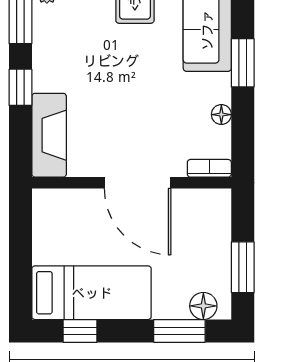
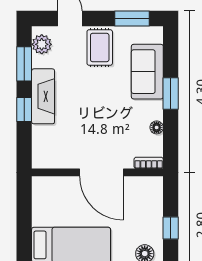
fireplace: (49, 135) -> (43, 96), moved
window: (243, 267) -> (171, 228), width x0.67

